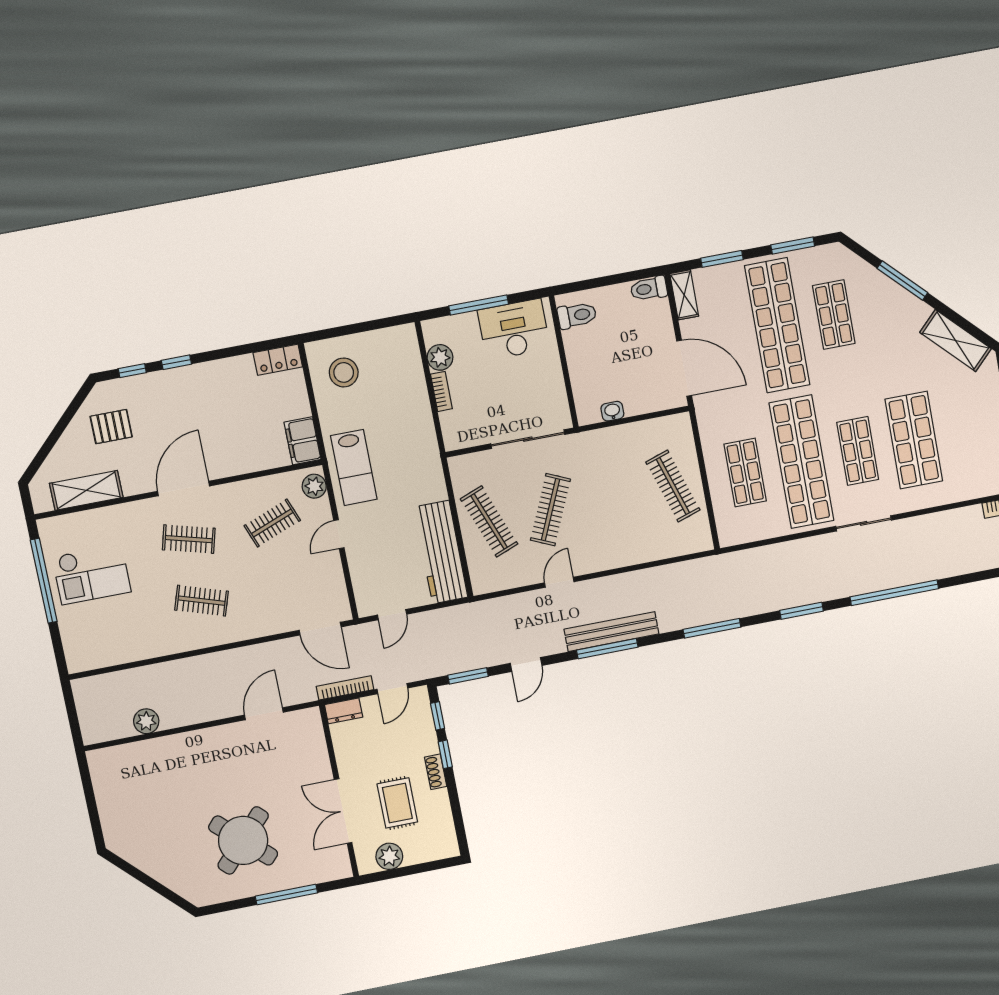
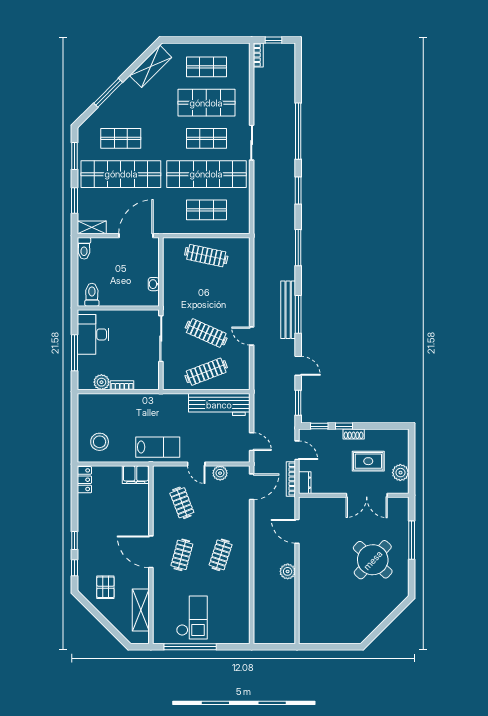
shop shelf: (970, 429) -> (206, 67), added
plant: (314, 486) -> (220, 473), moved
clothes rail: (673, 486) -> (206, 256), turned 30
plant: (146, 721) -> (288, 571), moved

